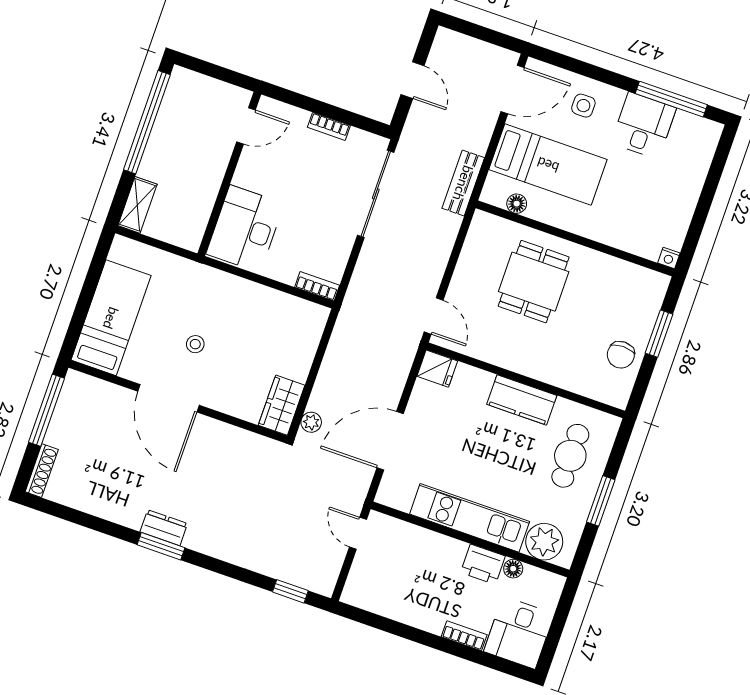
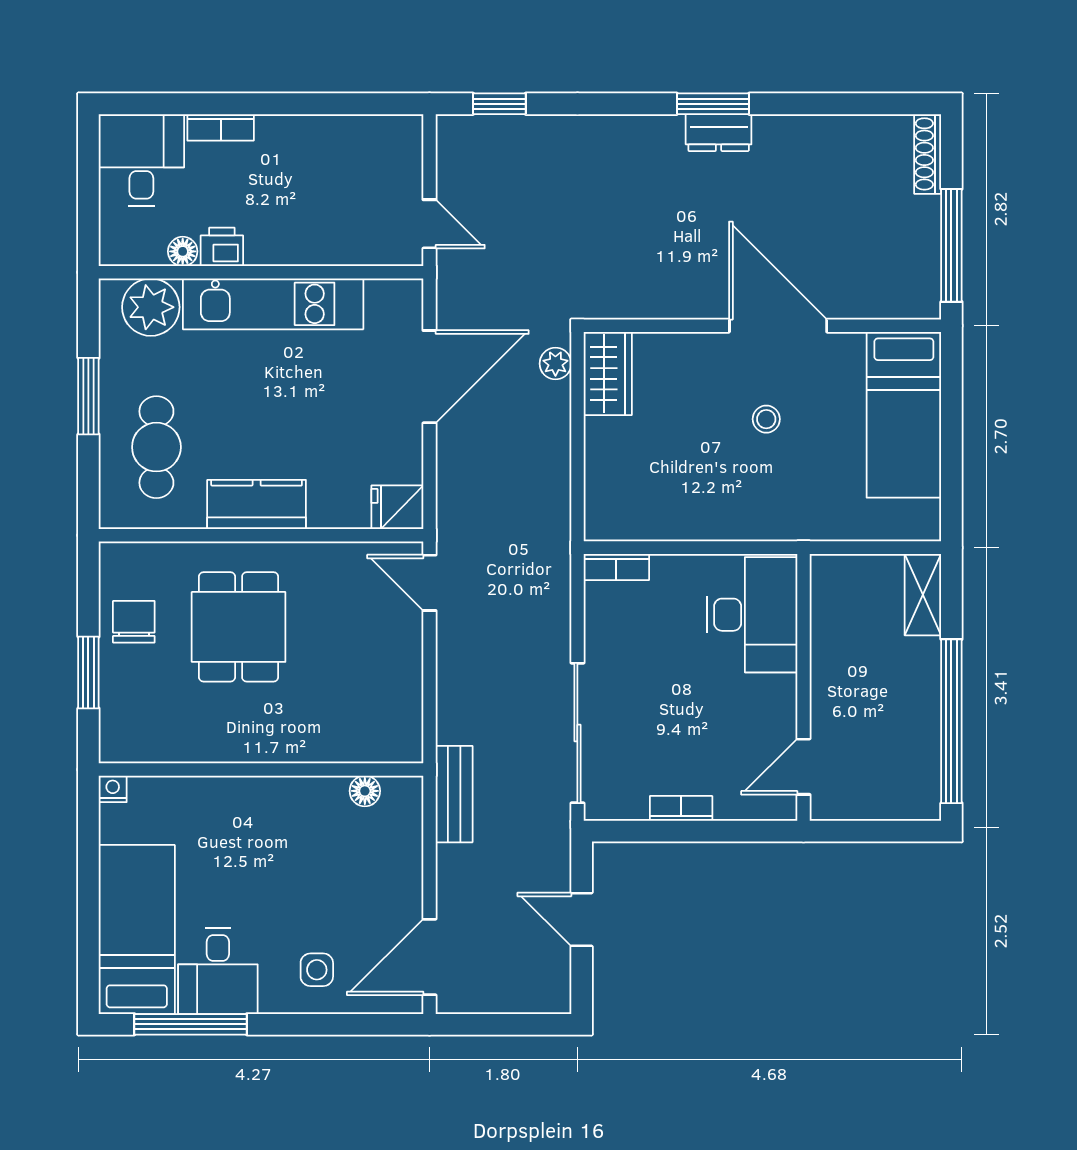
bed: (548, 165) -> (137, 930), moved, turned 90
dining table: (534, 282) -> (239, 627), moved
printer: (483, 564) -> (222, 247), width x0.73, depth x0.81

